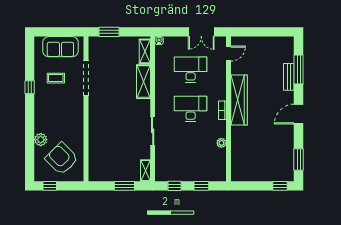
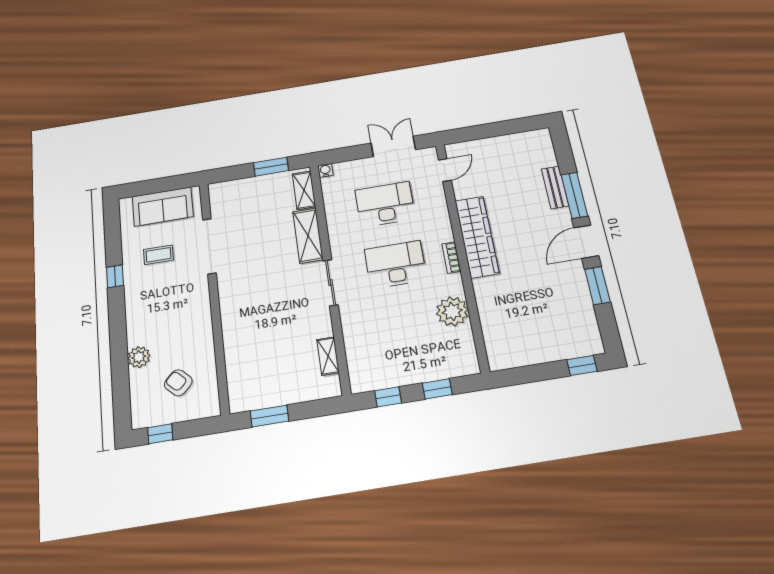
window: (109, 32) -> (271, 167), moved
double door: (201, 32) -> (393, 146), swing flipped
window: (299, 69) -> (574, 195), moved
sliding door: (153, 131) -> (331, 283), moved
plant: (221, 143) -> (452, 311), width x1.87, depth x1.87
armchair: (62, 159) -> (178, 383), width x0.53, depth x0.53
window: (299, 160) -> (597, 286), moved
shelving: (145, 171) -> (328, 356), moved
window: (124, 186) -> (269, 416), moved

